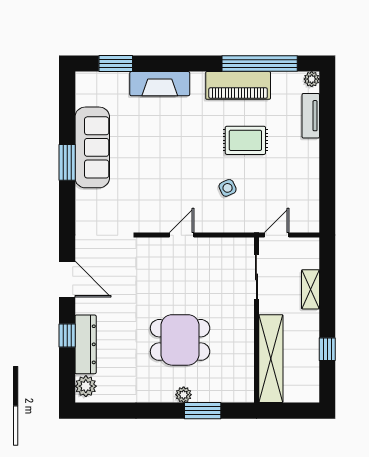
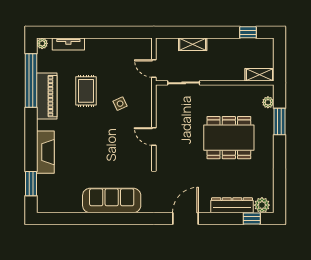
sofa: (92, 147) -> (112, 200), moved
window: (67, 162) -> (102, 218), removed
window: (67, 335) -> (252, 218), moved
dining table: (180, 340) -> (229, 138), width x1.38
window: (327, 349) -> (248, 32), moved
shelving: (271, 359) -> (259, 75), width x0.45, depth x0.75
plant: (184, 395) -> (268, 102), moved

